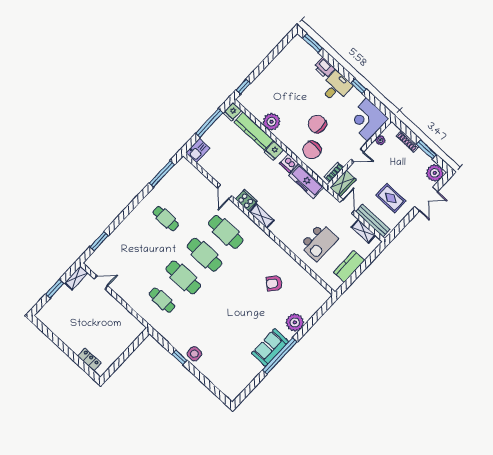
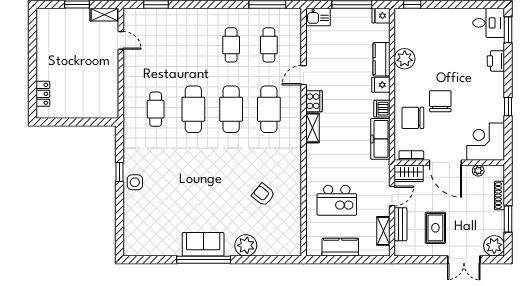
desk: (336, 87) -> (489, 23), moved
kitchen counter: (254, 131) -> (381, 59), width x0.67
door: (357, 155) -> (445, 163), width x1.88
cafe table: (187, 196) -> (269, 45), added
bench: (373, 221) -> (401, 224), width x0.73

